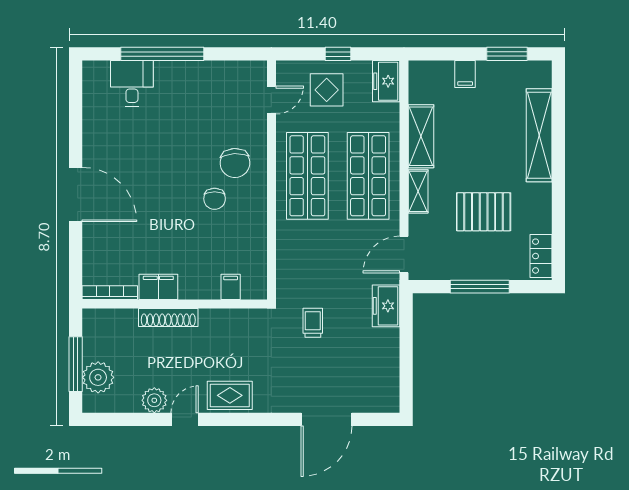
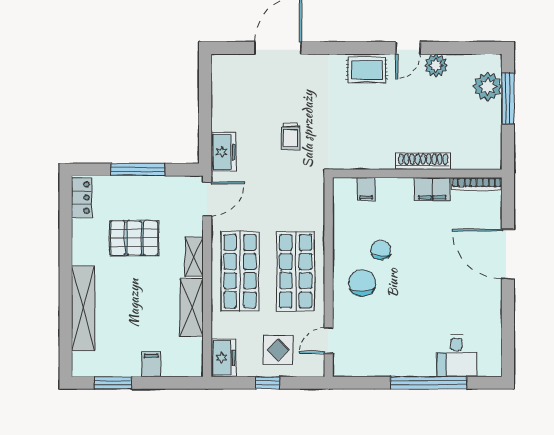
filing cabinet: (158, 287) -> (432, 189), moved
filing cabinet: (231, 287) -> (366, 189), moved
bookcase: (110, 293) -> (477, 184), moved
wall: (175, 304) -> (417, 174), moved
shoe rack: (168, 318) -> (423, 161), moved

